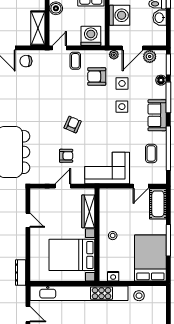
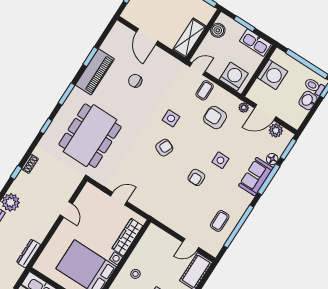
chair: (26, 61) -> (135, 81), moved
side table: (122, 83) -> (171, 118), moved
sofa: (157, 115) -> (256, 177), moved
armchair: (66, 156) -> (196, 177), moved, turned 90
corner sofa: (107, 168) -> (170, 208), removed

